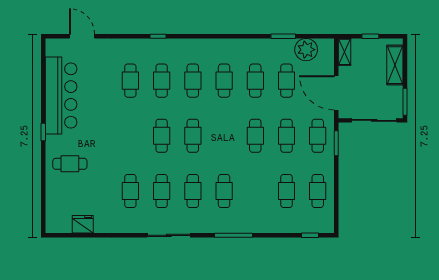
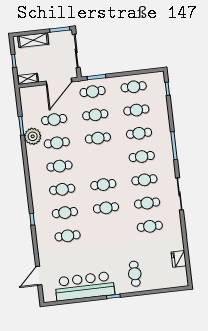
plant: (306, 50) -> (33, 136), moved
cafe table: (255, 191) -> (139, 133), added

